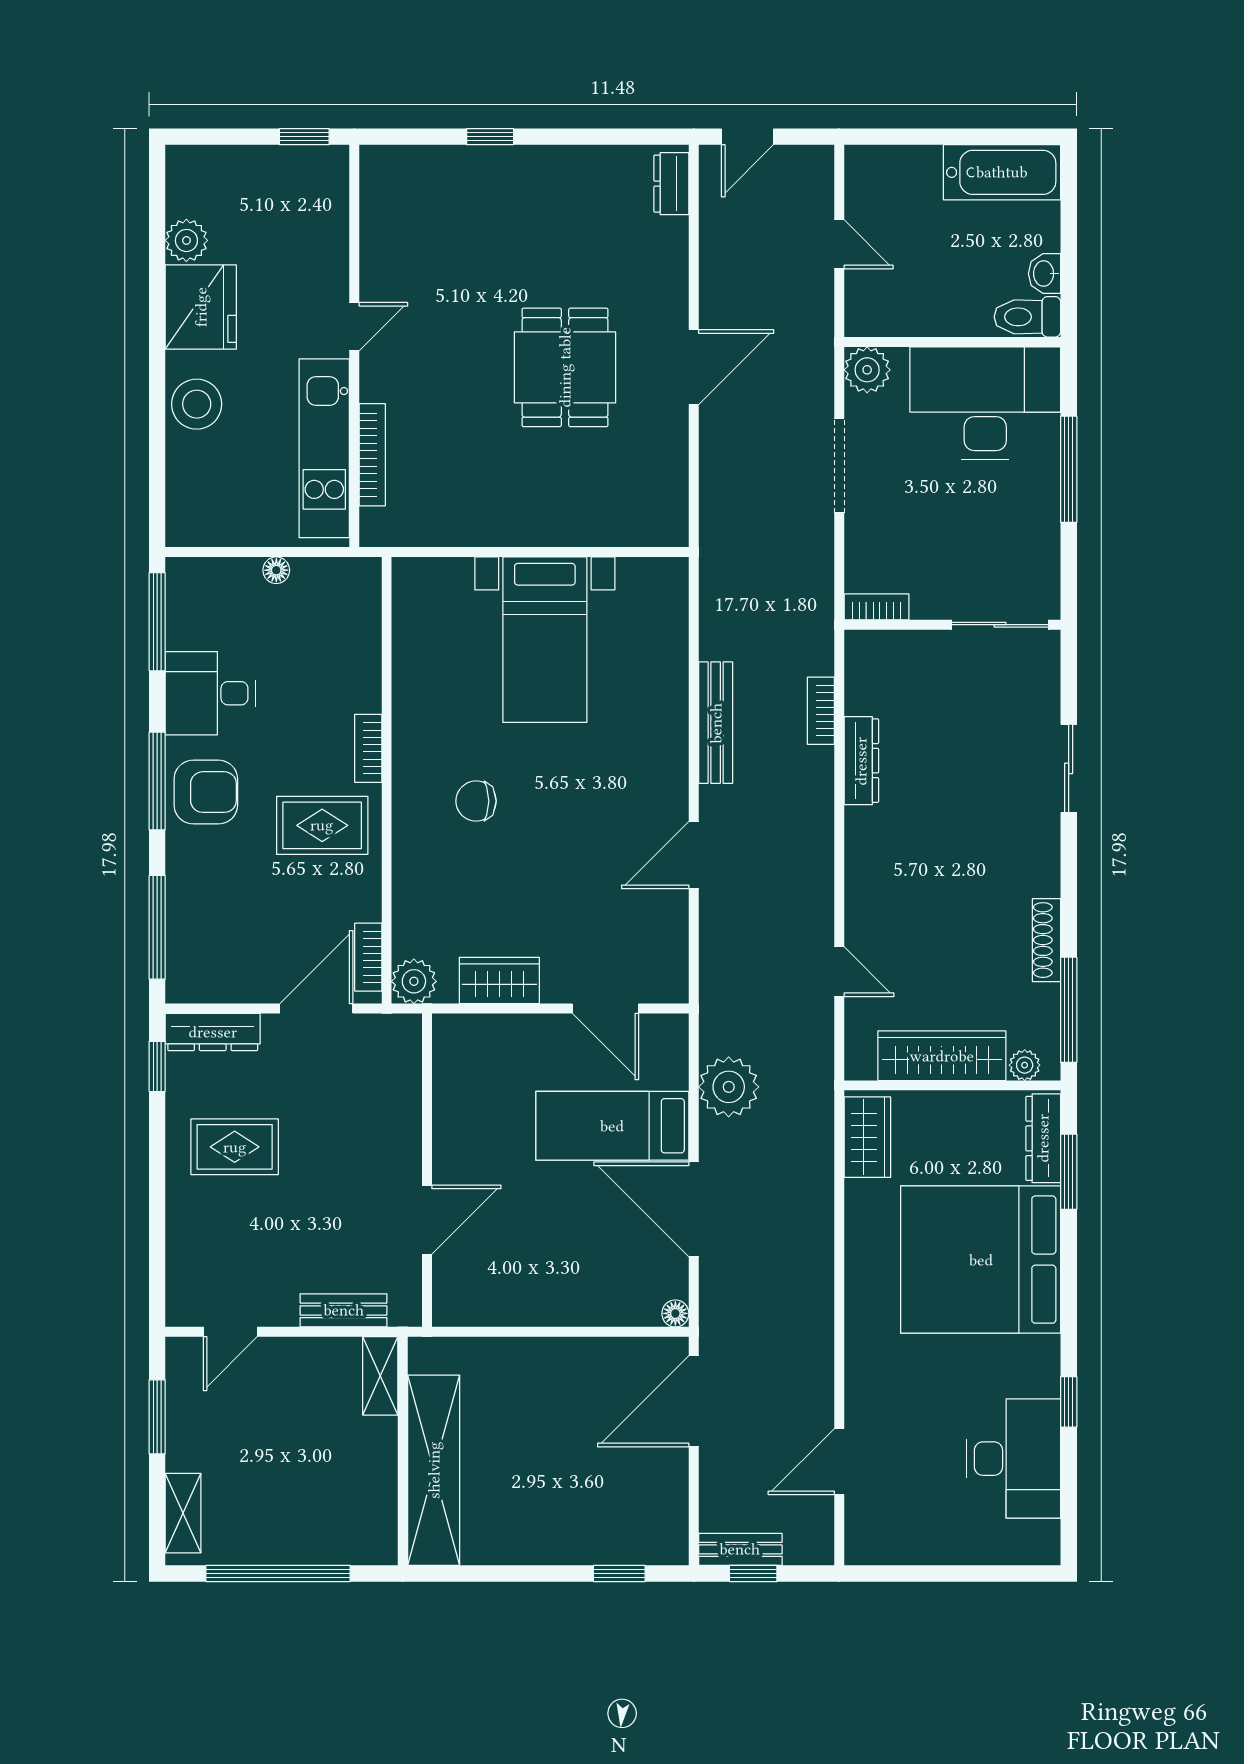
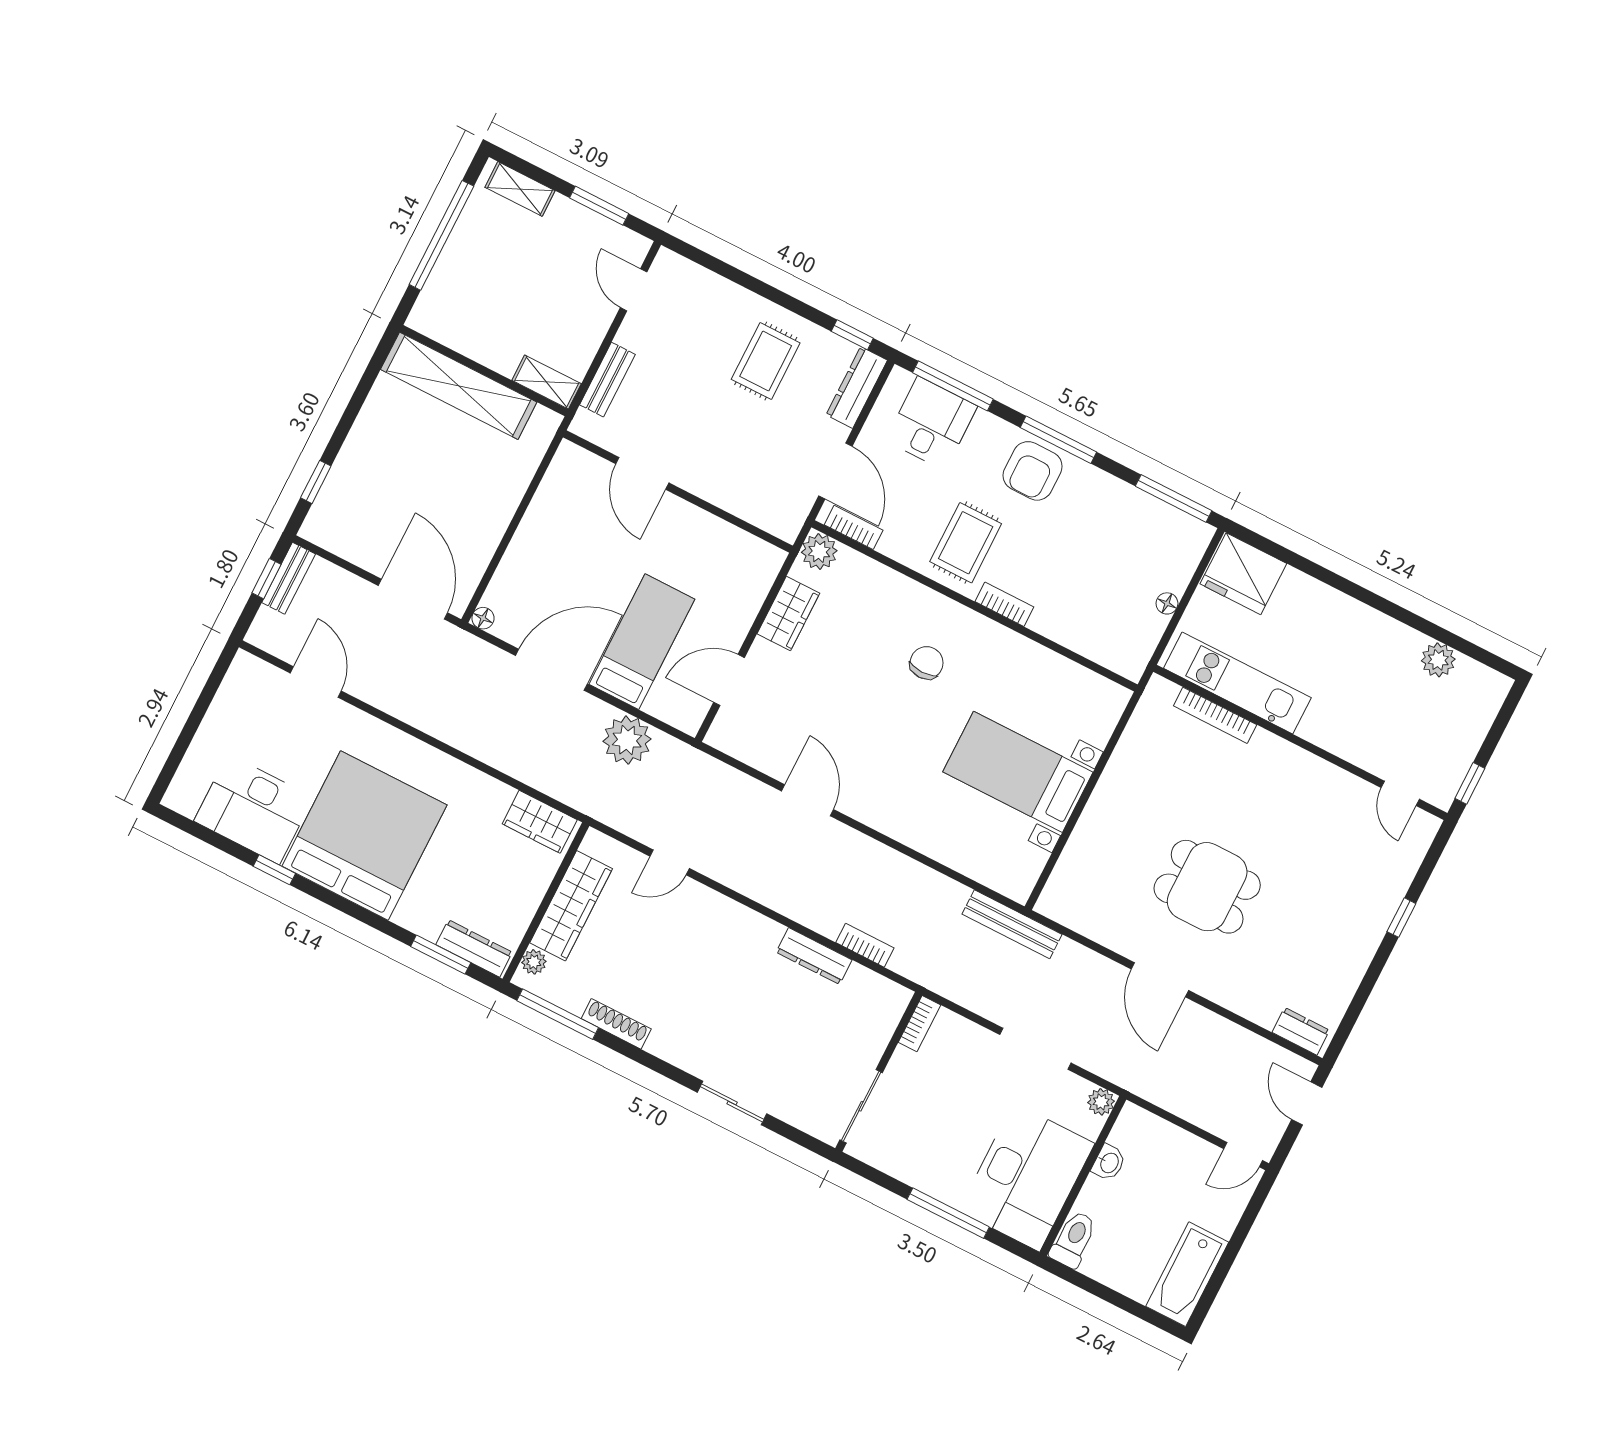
door: (839, 244) -> (1243, 1155), moved
washbasin: (1045, 274) -> (1109, 1163), moved, turned 90
fridge: (201, 307) -> (1243, 574), moved
door: (354, 327) -> (1400, 793), moved
plant: (867, 370) -> (1101, 1102), width x0.73, depth x0.73
stool: (197, 404) -> (1316, 607), removed
desk: (210, 693) -> (931, 423), moved
bench: (716, 723) -> (1012, 924), moved
bed: (981, 1260) -> (364, 836), moved

